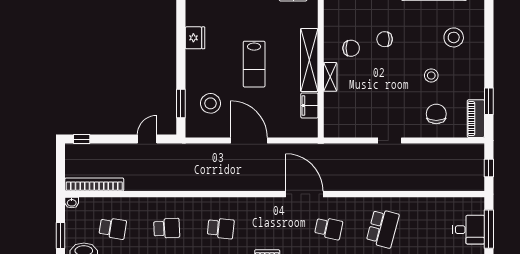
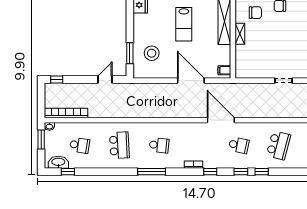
filing cabinet: (309, 105) -> (224, 70), moved, width x0.50
door: (249, 141) -> (191, 81), moved
school desk: (167, 228) -> (119, 145), width x1.85
window: (60, 235) -> (41, 140), moved

